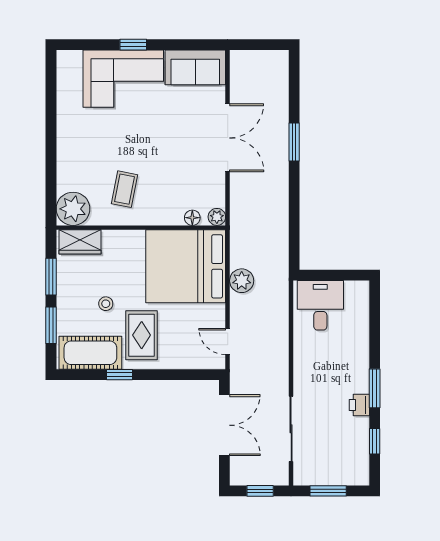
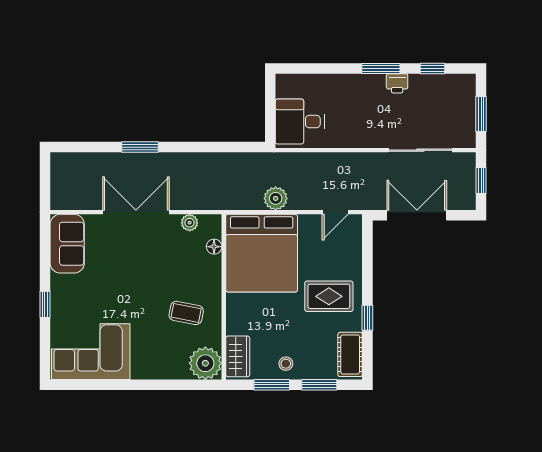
corner sofa: (123, 79) -> (91, 352), moved, turned -90
plant: (217, 217) -> (190, 223), moved
stool: (106, 304) -> (286, 364), moved
cot: (90, 353) -> (350, 354), width x0.73, depth x0.75

